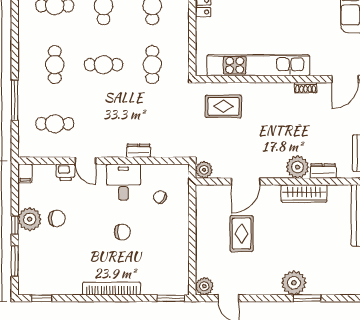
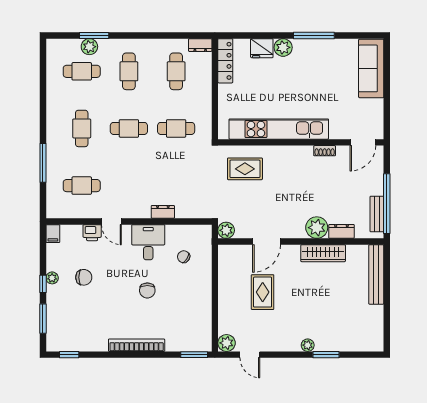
cafe table: (152, 65) -> (176, 128), turned 90
plant: (30, 219) -> (52, 278), width x0.53, depth x0.53
chair: (122, 232) -> (147, 290), turned 90
plant: (294, 283) -> (308, 345), width x0.53, depth x0.53

